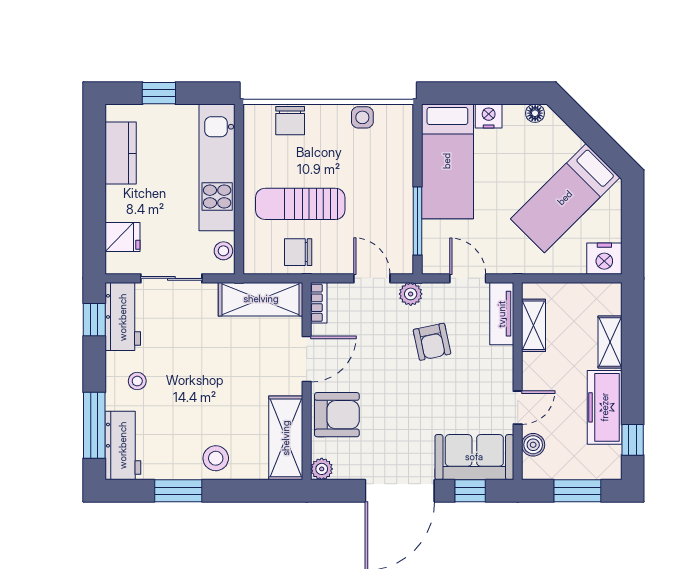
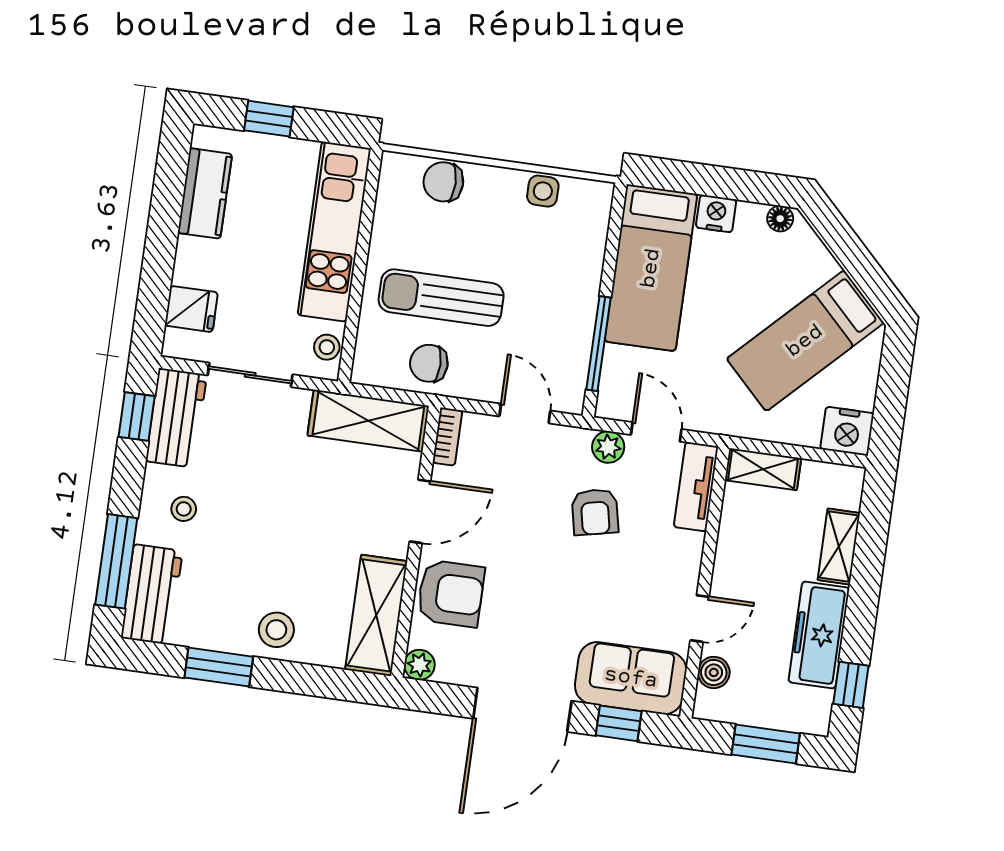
chair: (290, 121) -> (443, 182), turned 90
plant: (411, 294) -> (608, 447), moved
shelving: (533, 325) -> (763, 469), moved, turned 90

